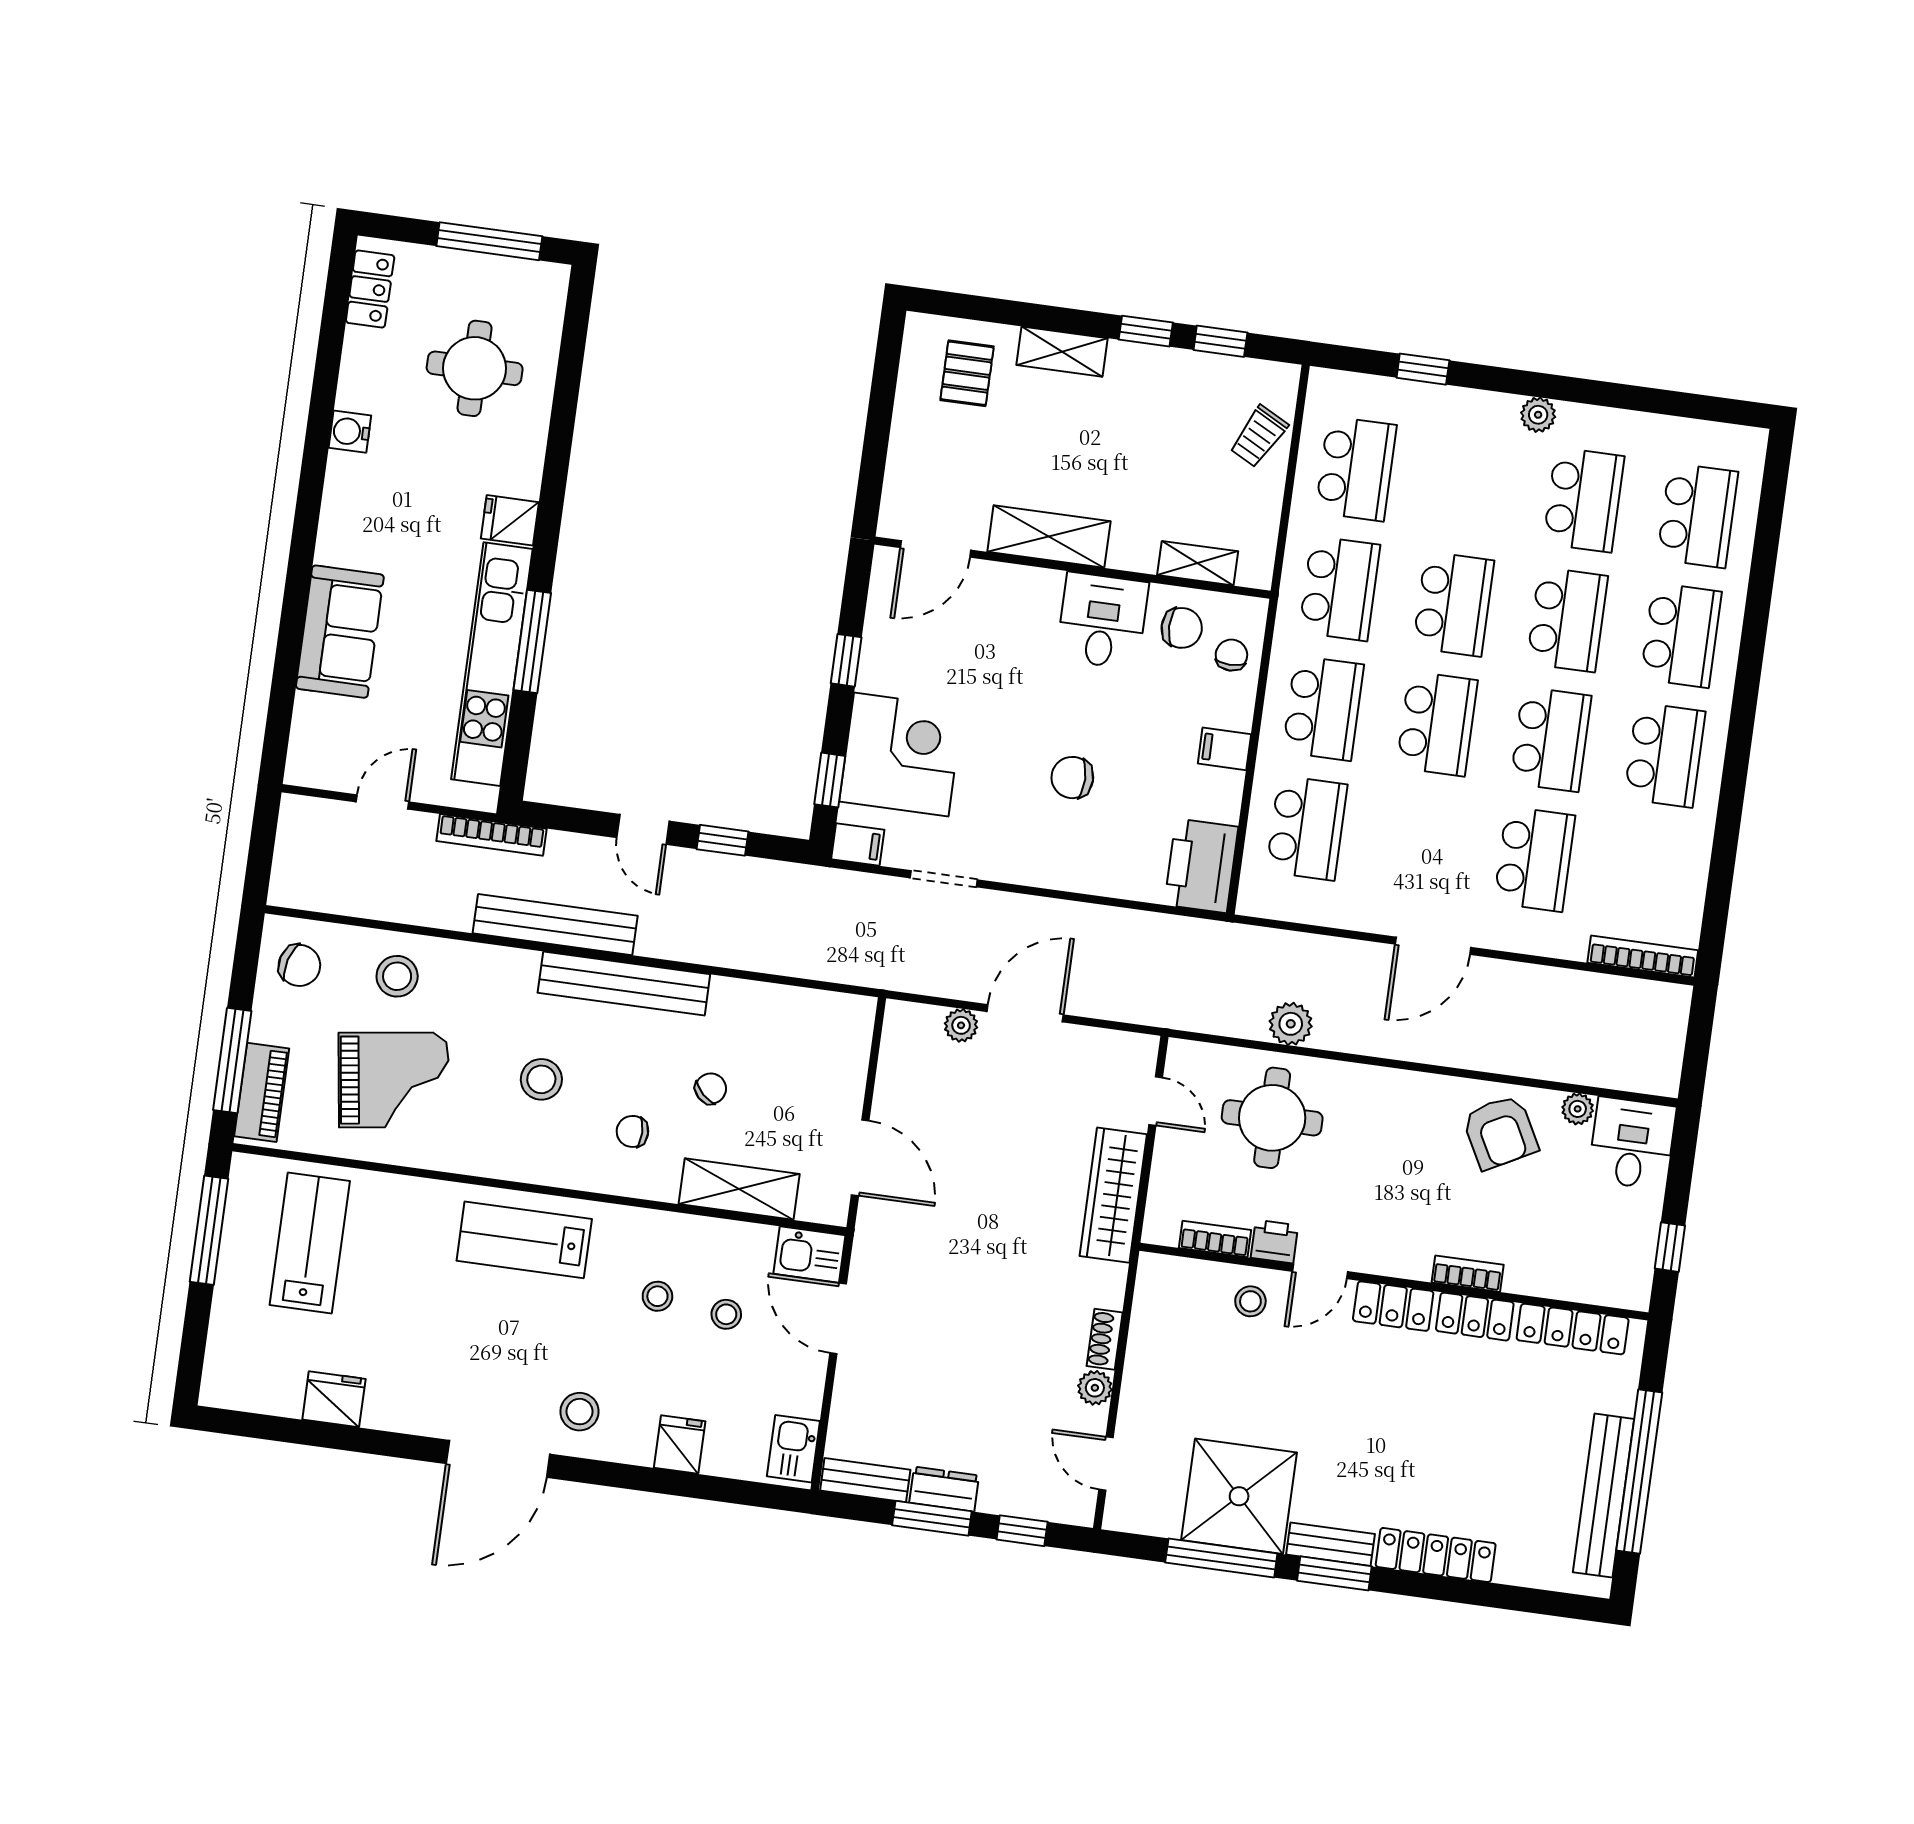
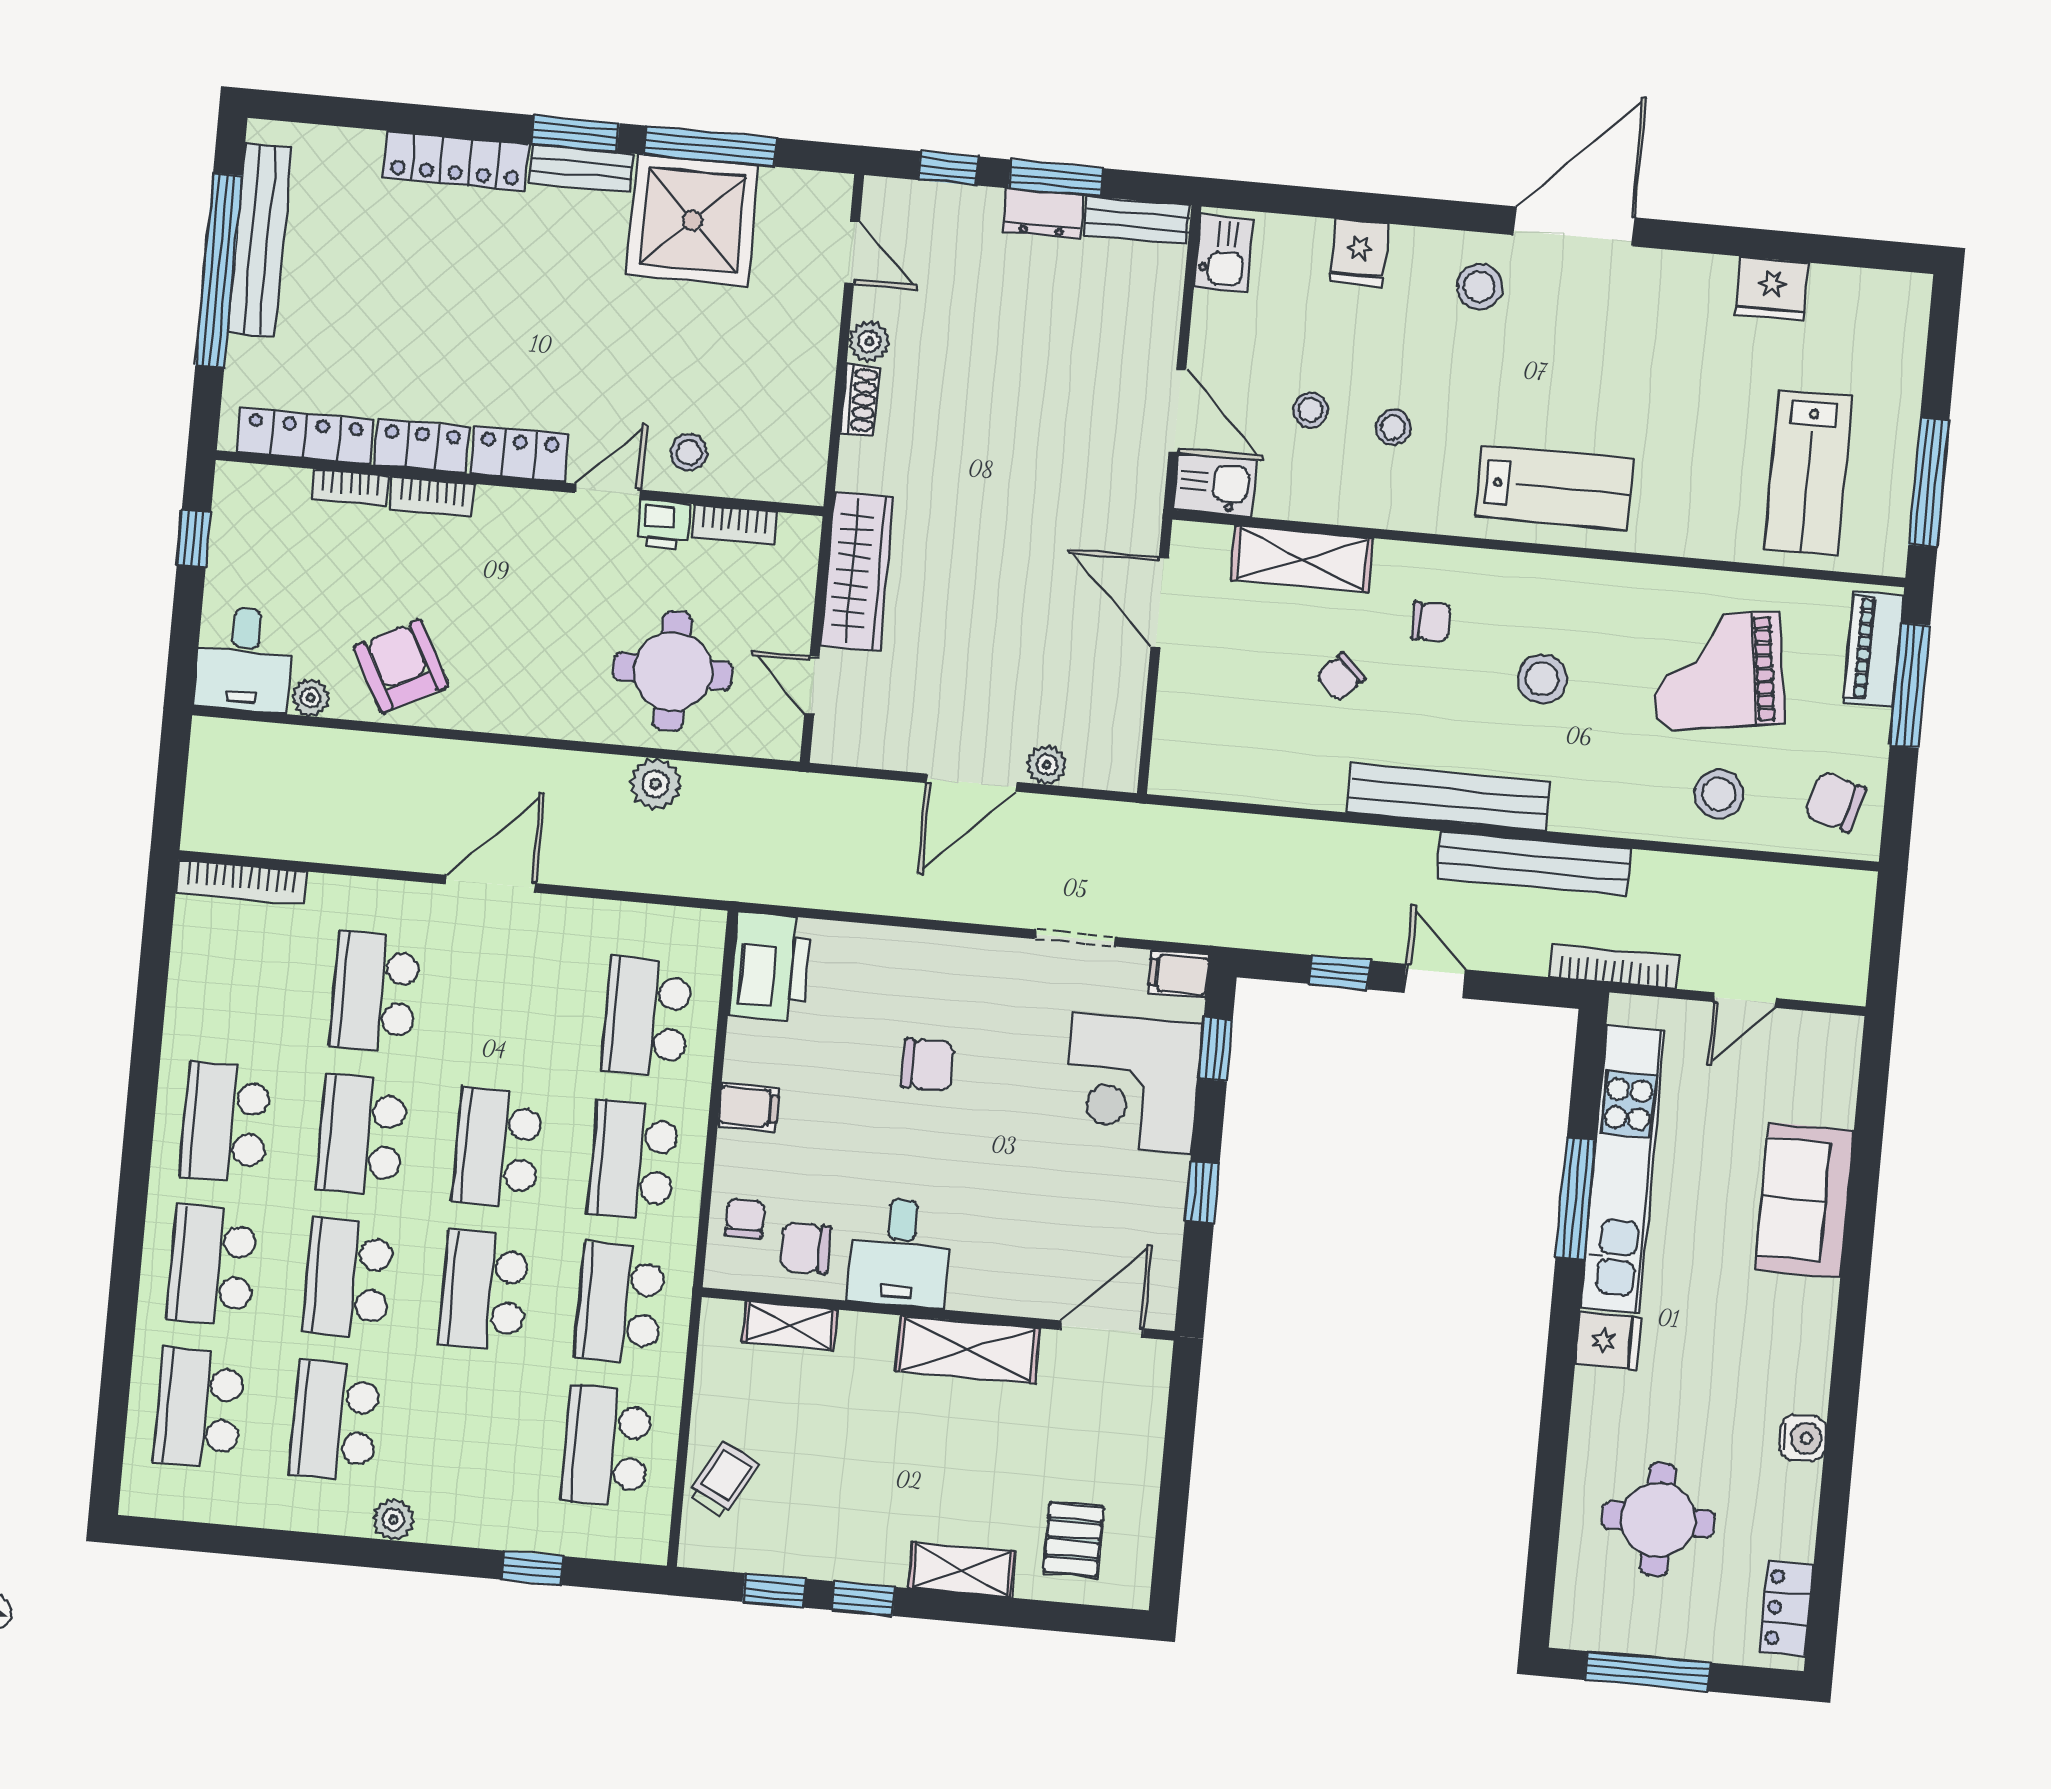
chair: (1231, 655) -> (745, 1218), turned 180
bookcase: (1536, 1284) -> (350, 487), added

